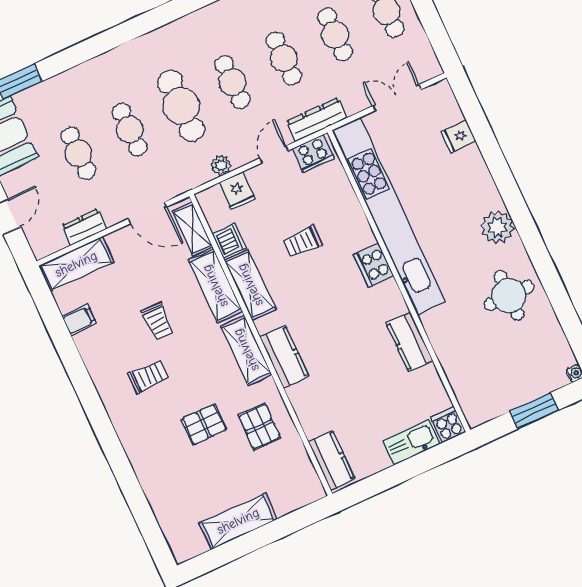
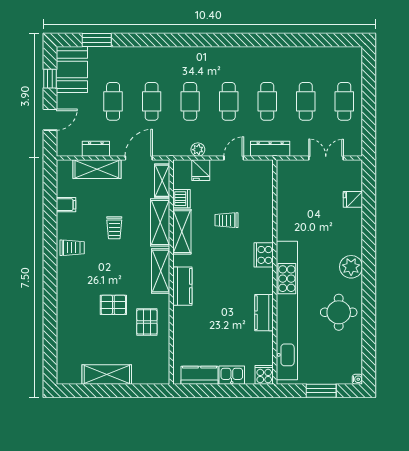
cafe table: (181, 106) -> (190, 101), width x0.73, depth x0.74
cooker: (313, 153) -> (258, 169), removed
door: (147, 213) -> (139, 158), swing flipped
kitchen unit: (389, 216) -> (287, 310), moved
shelving: (76, 264) -> (97, 169), moved
trolley: (148, 376) -> (72, 248), moved
kitchen sink: (411, 442) -> (232, 375), width x0.73
kitchen counter: (331, 460) -> (200, 375), moved, turned -90

